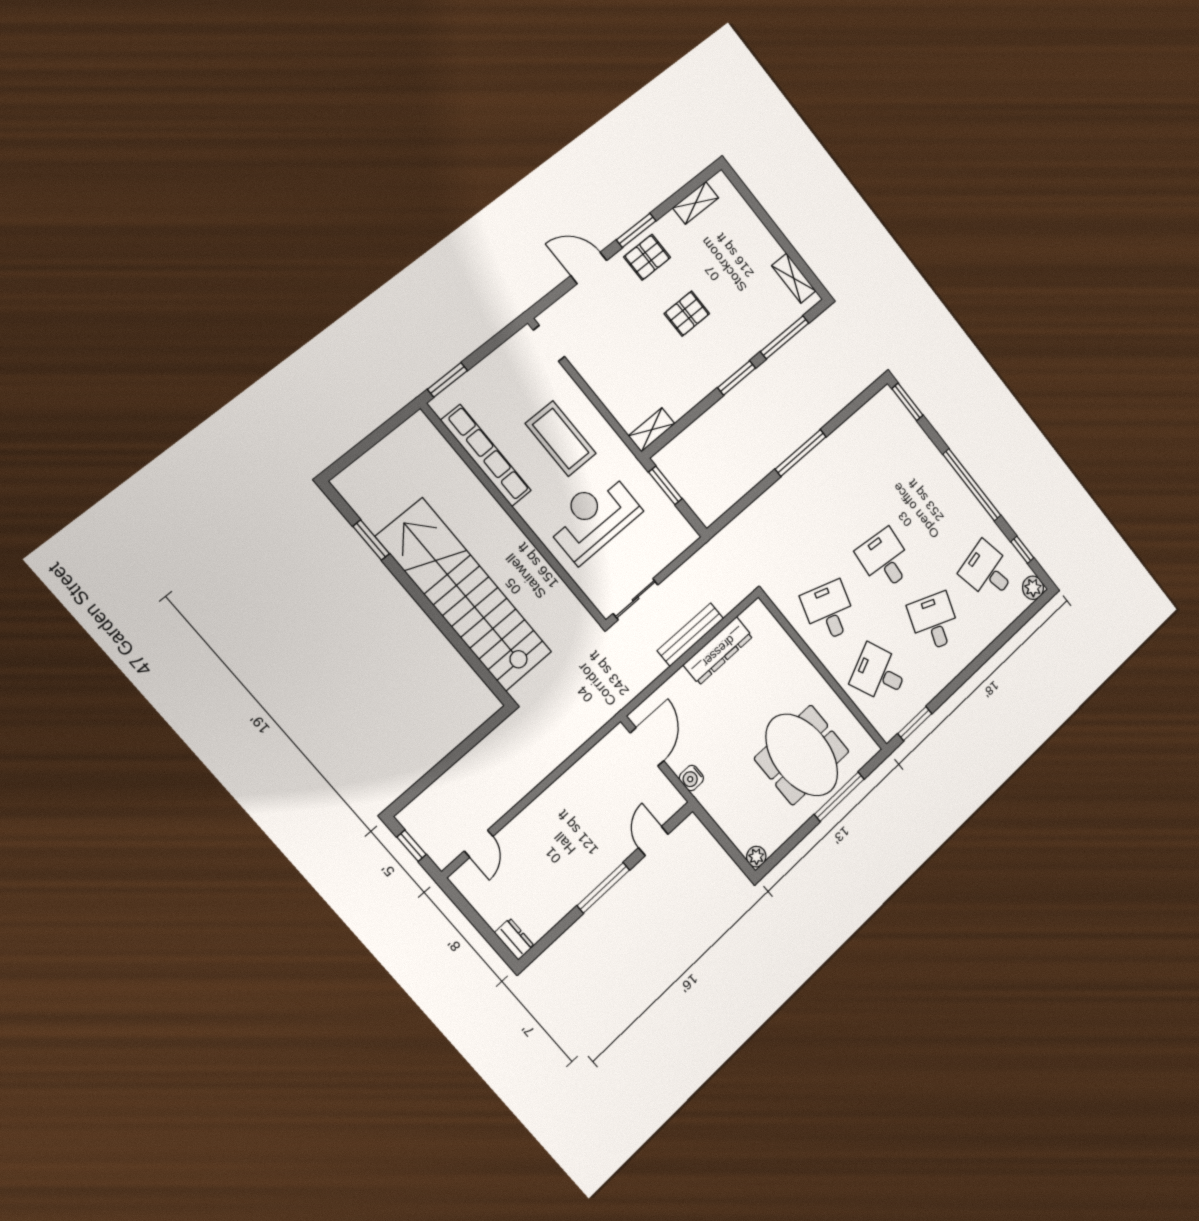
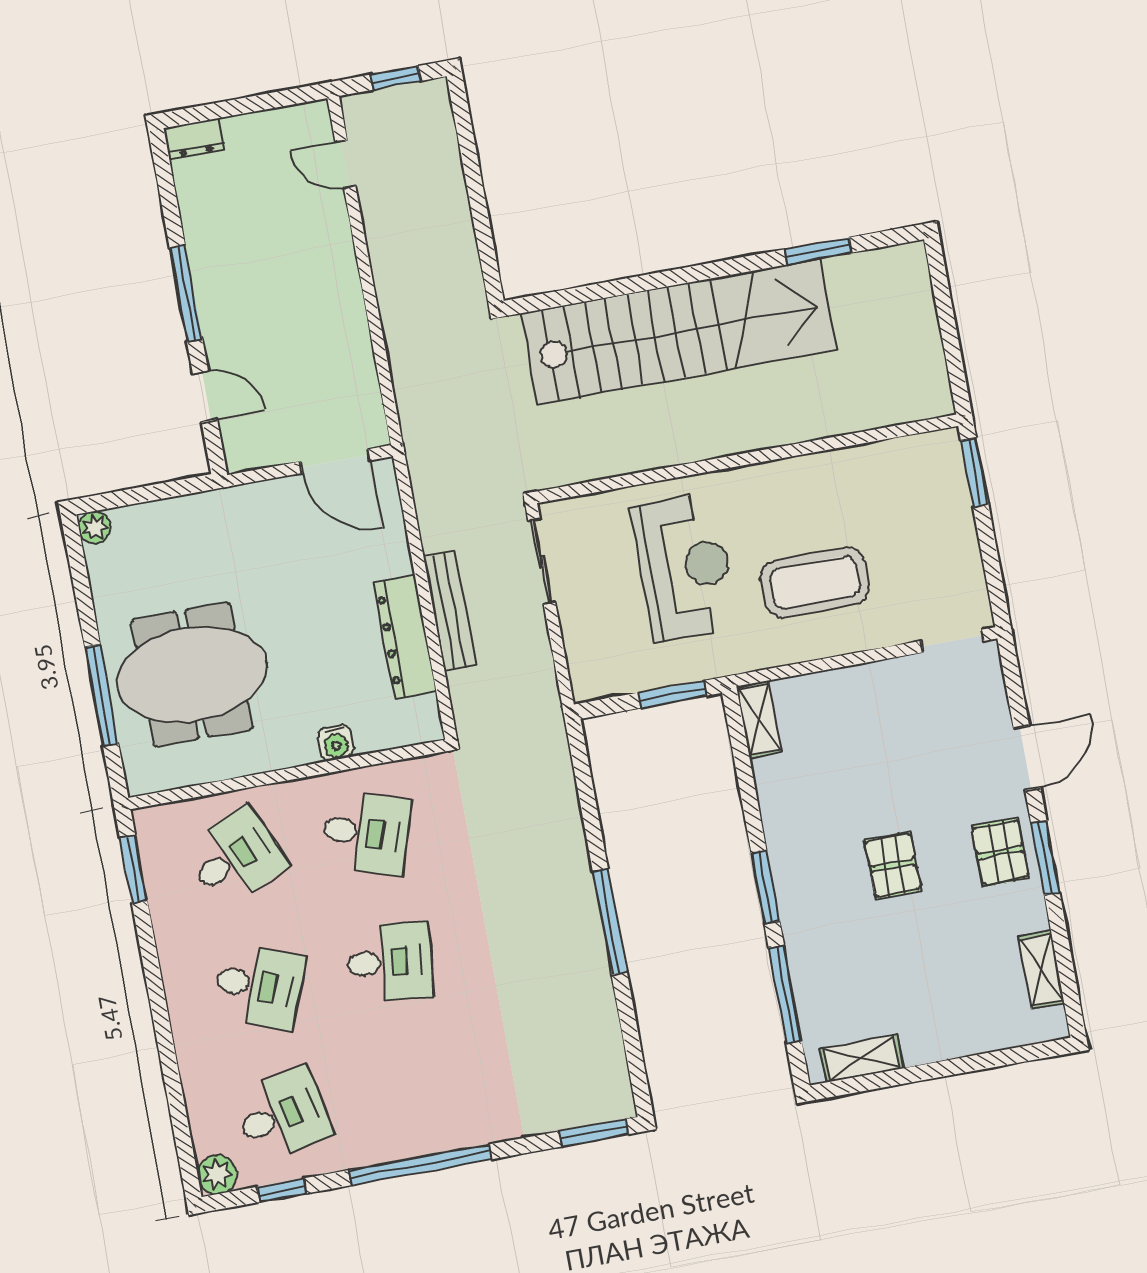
row of seats: (486, 455) -> (847, 467), removed
water cooler: (691, 778) -> (336, 743), moved, turned 180

